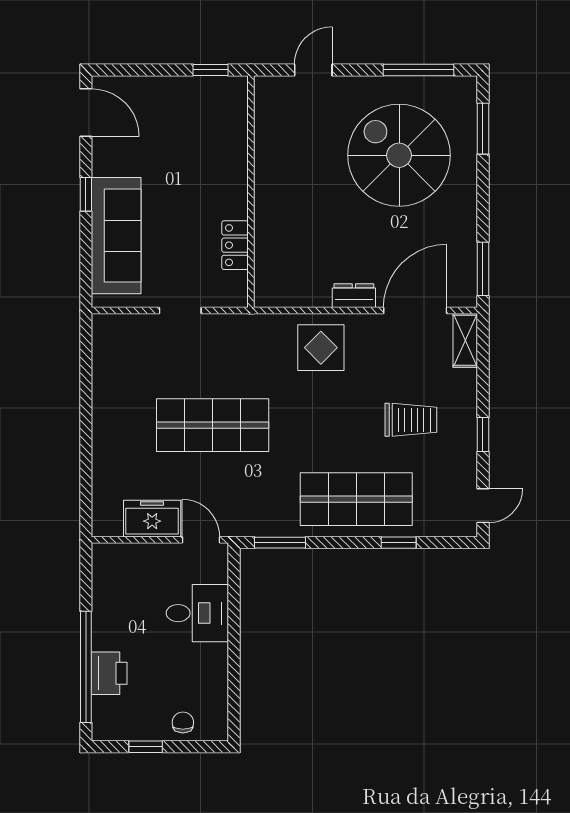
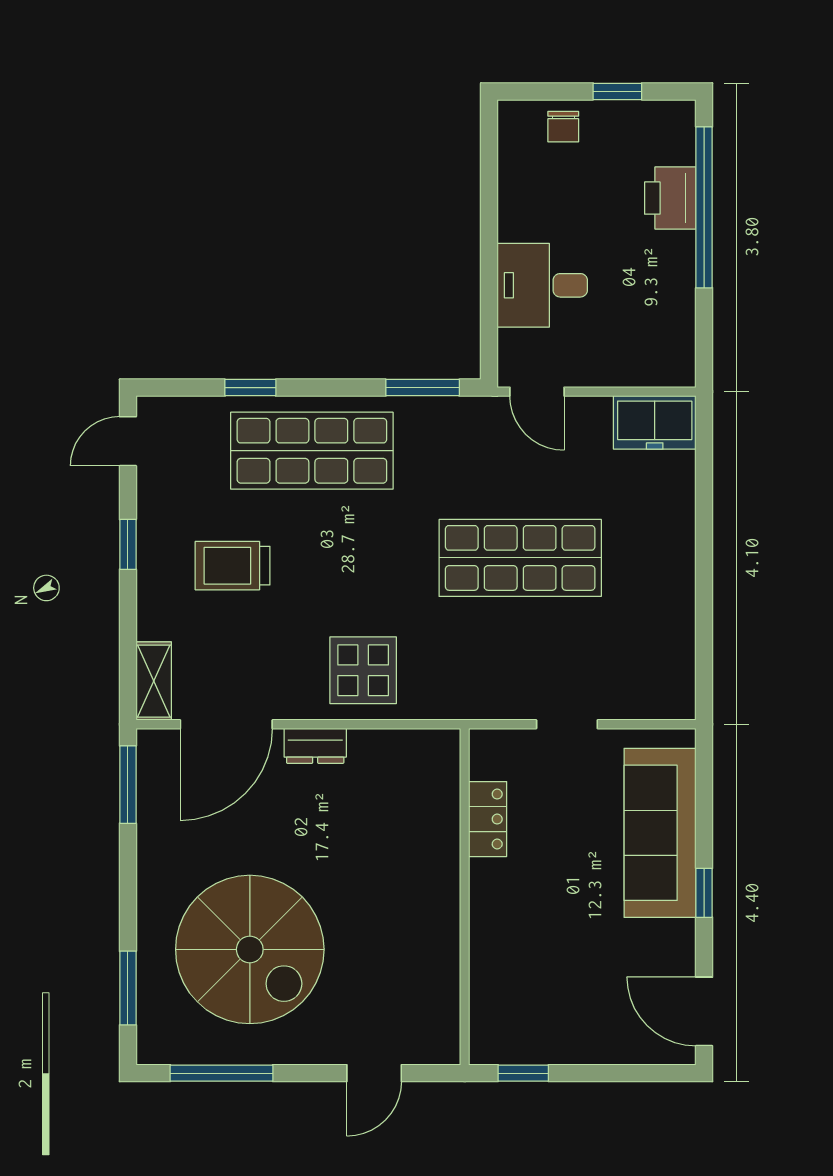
freezer: (152, 519) -> (655, 422), moved

